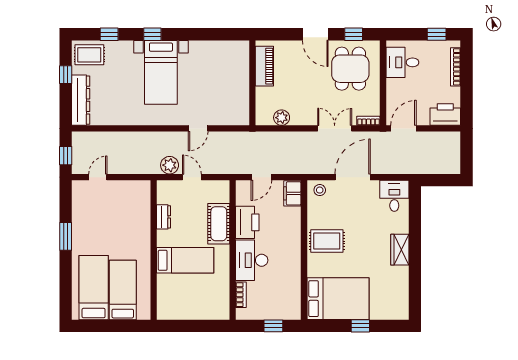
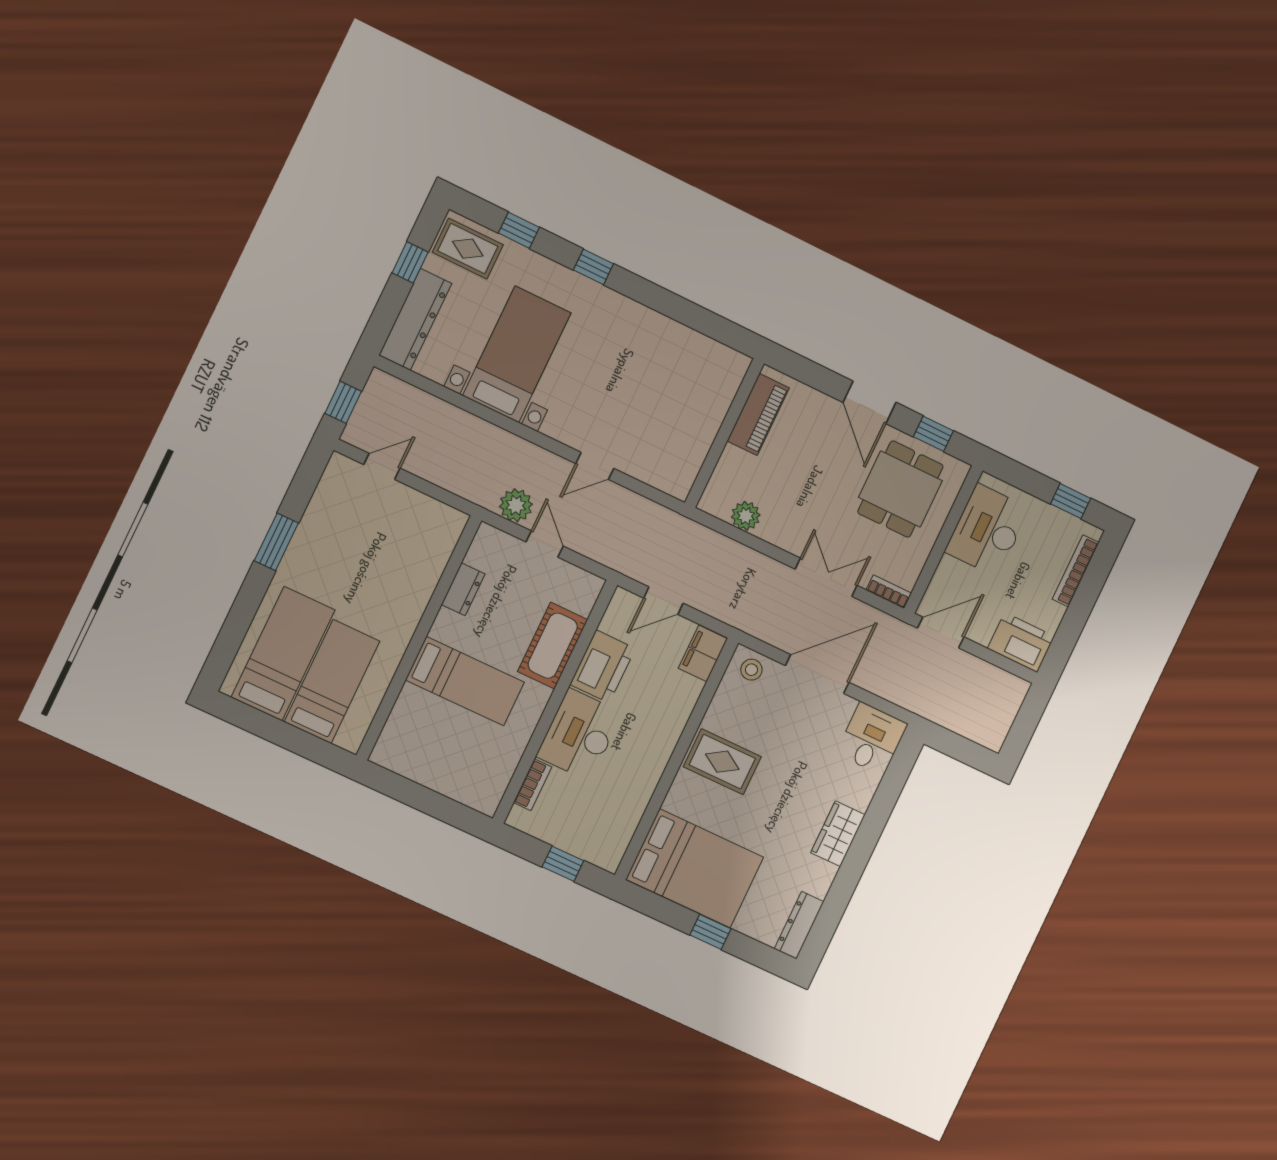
desk: (402, 62) -> (987, 530), width x1.37
bed with nightstands: (161, 72) -> (517, 354), moved, turned 180
dresser: (402, 303) -> (799, 925), added

